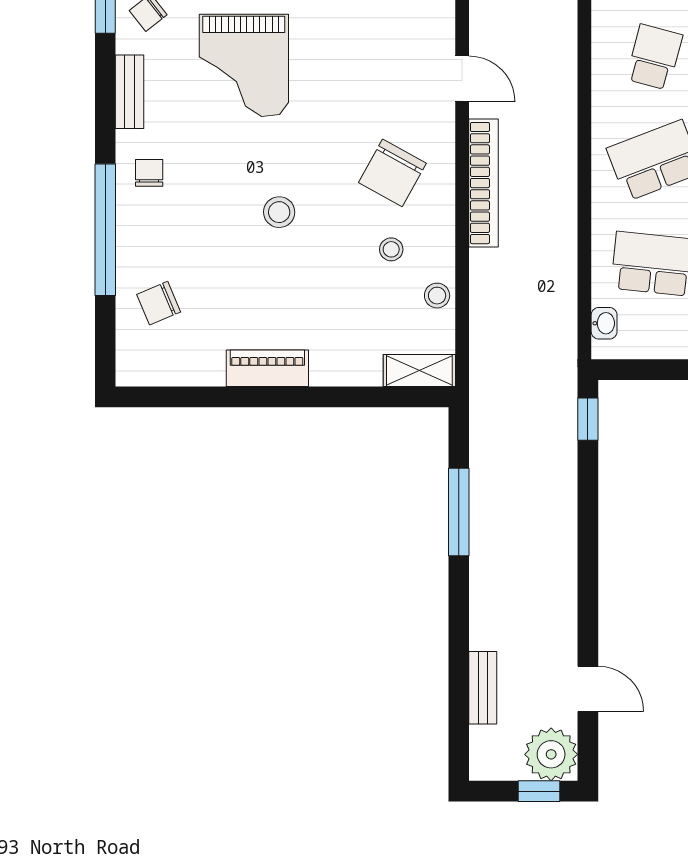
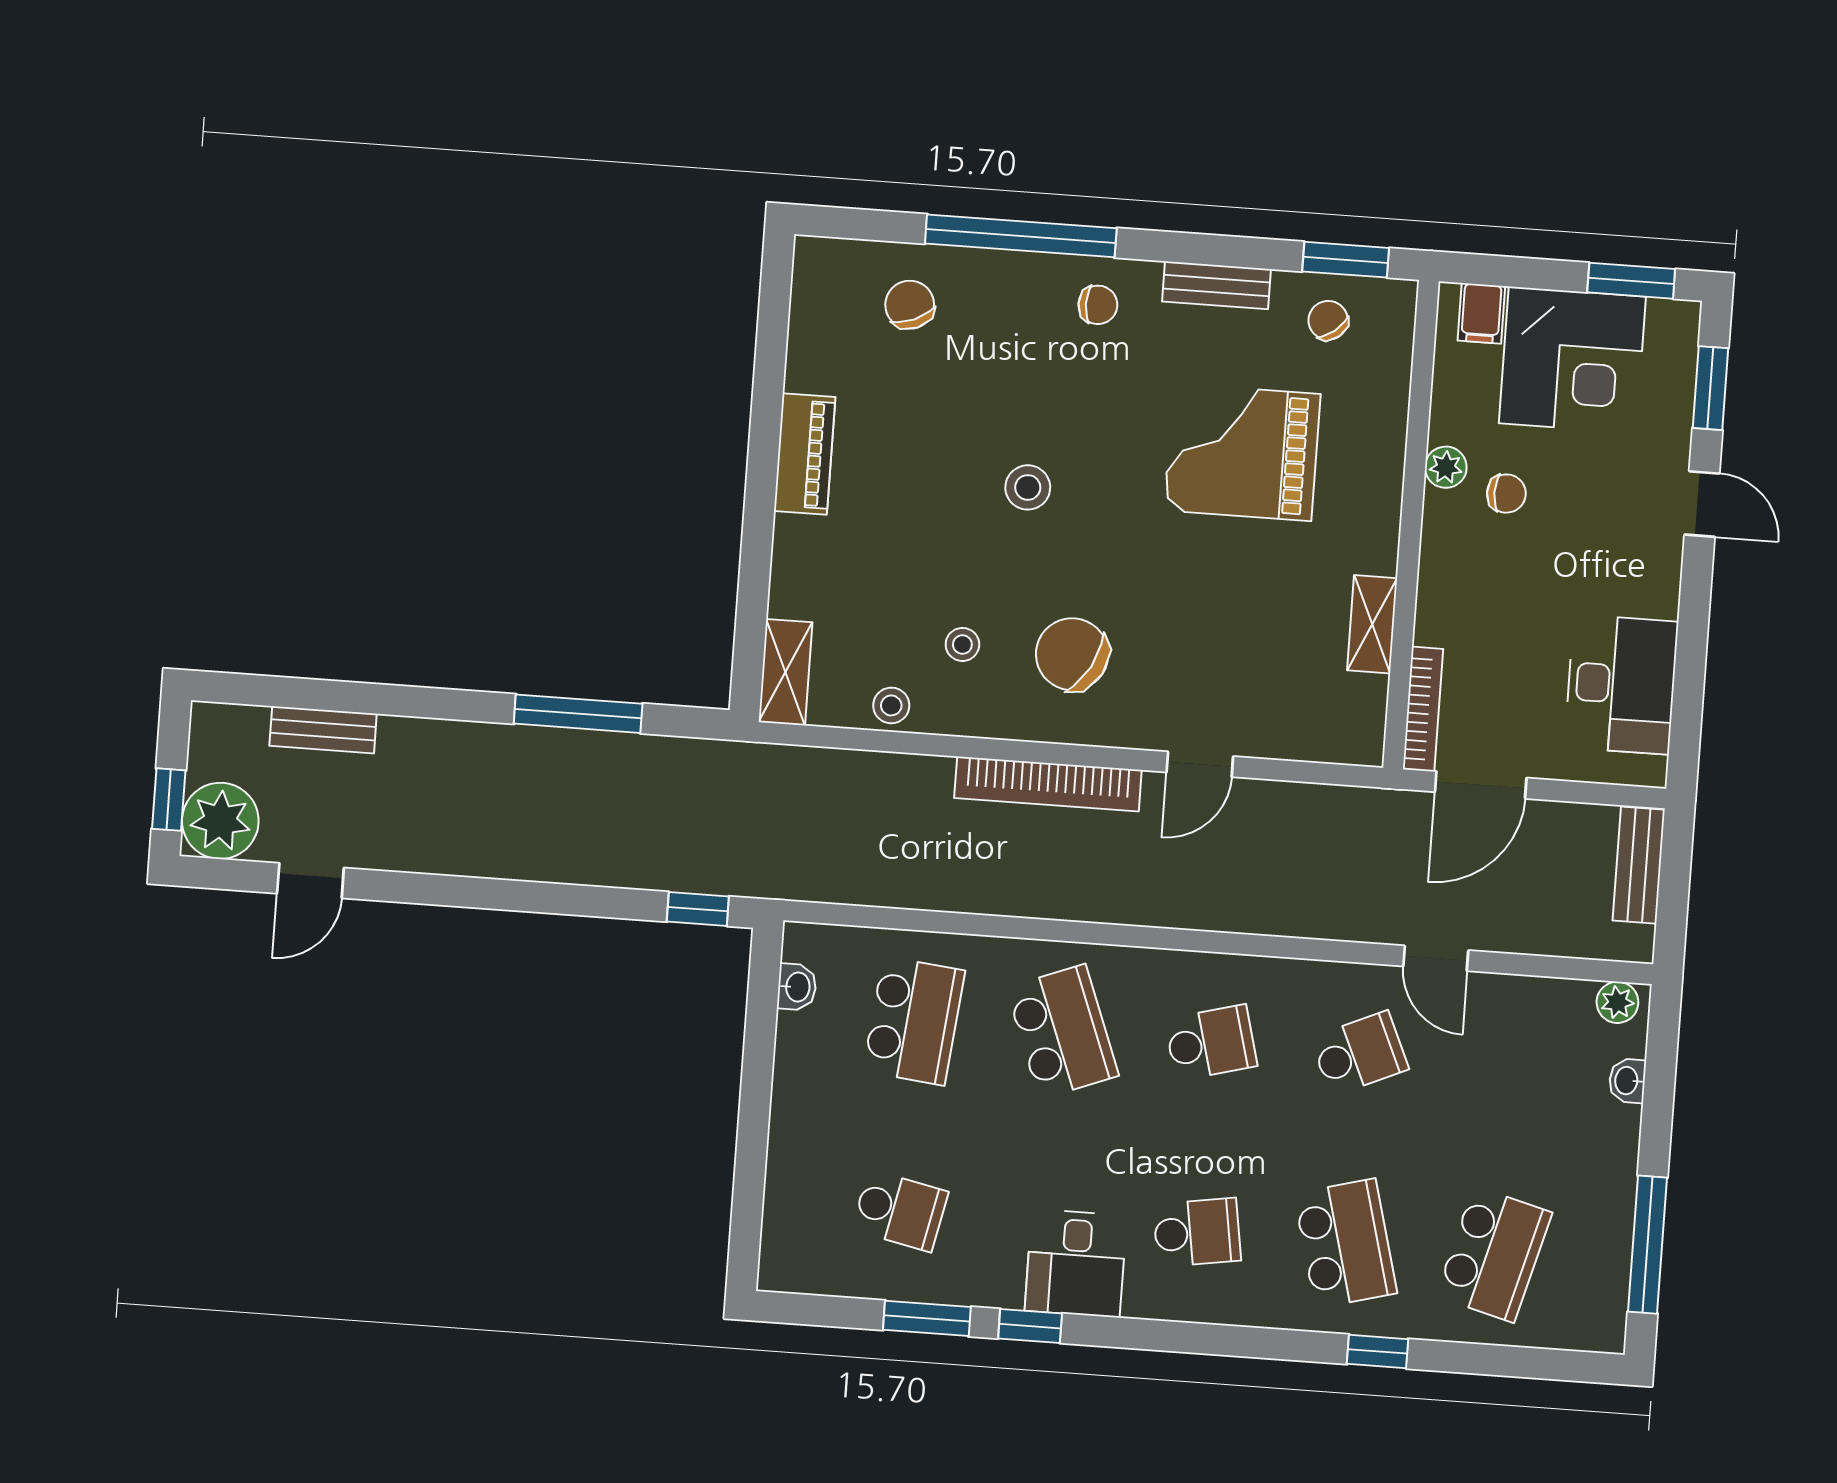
school desk: (654, 57) -> (1211, 1043), turned -30
washbasin: (604, 323) -> (797, 987), moved, turned -90

